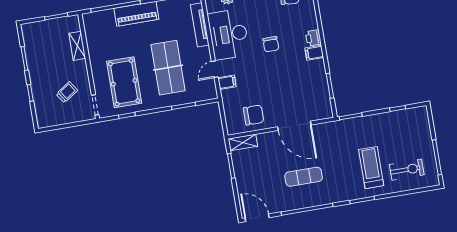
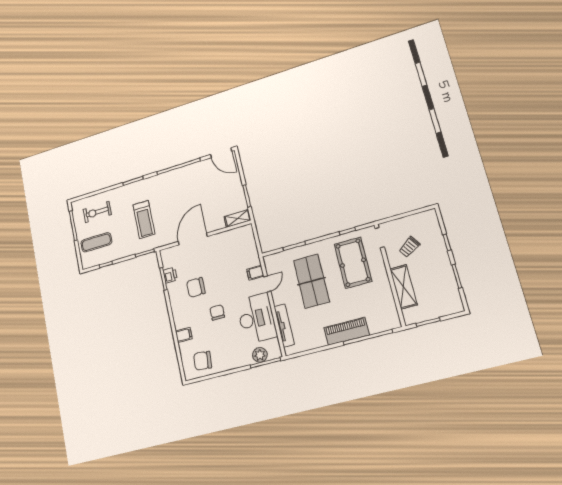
printer: (313, 38) -> (170, 275), moved
shelving: (77, 46) -> (403, 287), width x1.50, depth x1.33
filing cabinet: (314, 53) -> (184, 335), moved
chair: (254, 115) -> (196, 287), moved
door: (294, 126) -> (193, 239), hinge flipped
treadmill: (371, 168) -> (144, 219), moved
exercise mat: (304, 177) -> (96, 242), moved

